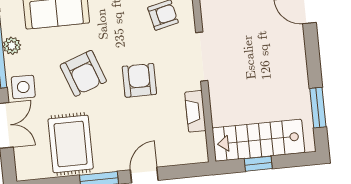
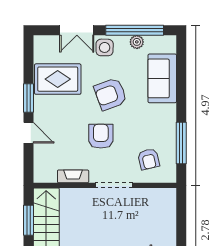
armchair: (139, 80) -> (101, 136), turned -90
window: (258, 164) -> (28, 220), width x1.50

